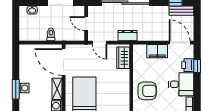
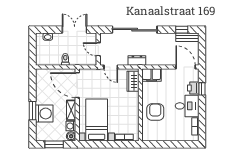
filing cabinet: (157, 51) -> (152, 75), moved
washing machine: (24, 88) -> (44, 113), width x1.89, depth x1.89
armchair: (147, 91) -> (155, 112), turned -90

